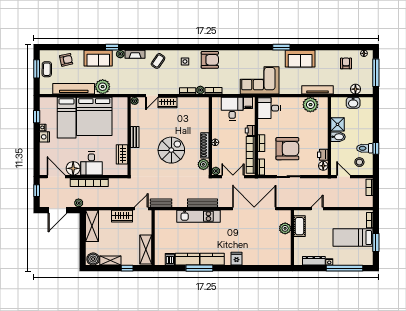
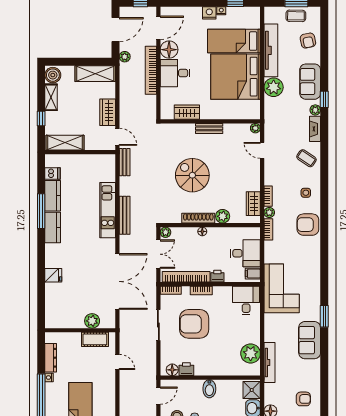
armchair: (210, 60) -> (308, 225), turned 90
wardrobe: (168, 103) -> (253, 204), moved
shower: (337, 124) -> (252, 390), moved
armchair: (287, 149) -> (194, 324), turned 90
spiral stairs: (171, 150) -> (192, 175), turned 180
plant: (203, 164) -> (223, 216), moved
door: (58, 210) -> (115, 30), swing flipped
fridge: (236, 259) -> (53, 275), moved

